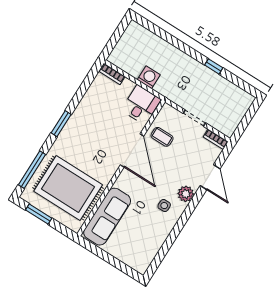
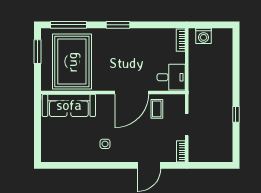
washing machine: (149, 77) -> (203, 36), moved, turned 90
plant: (186, 194) -> (125, 155), removed

